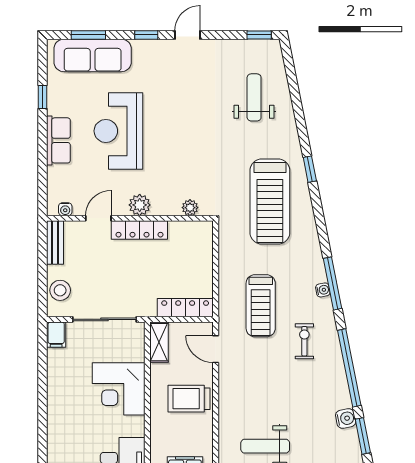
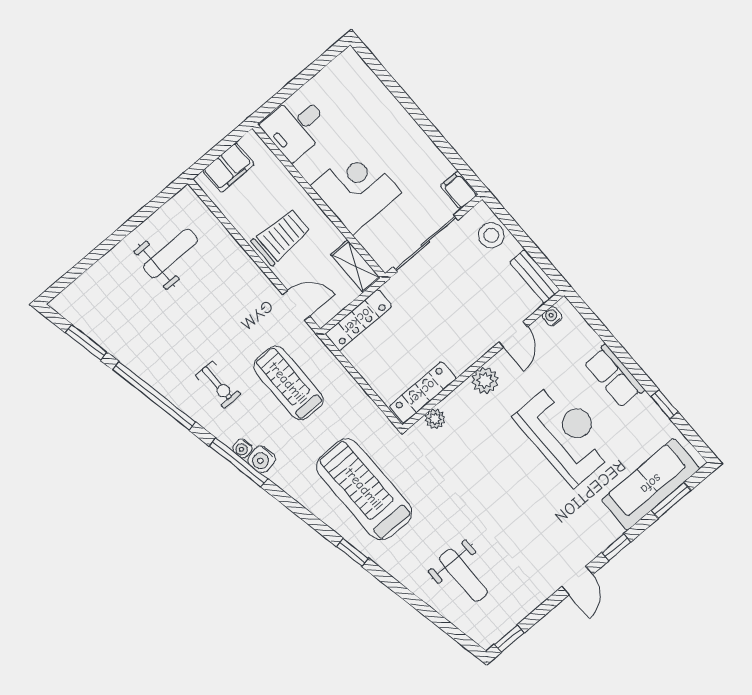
locker: (139, 230) -> (423, 392), moved
water cooler: (346, 419) -> (262, 459), moved

